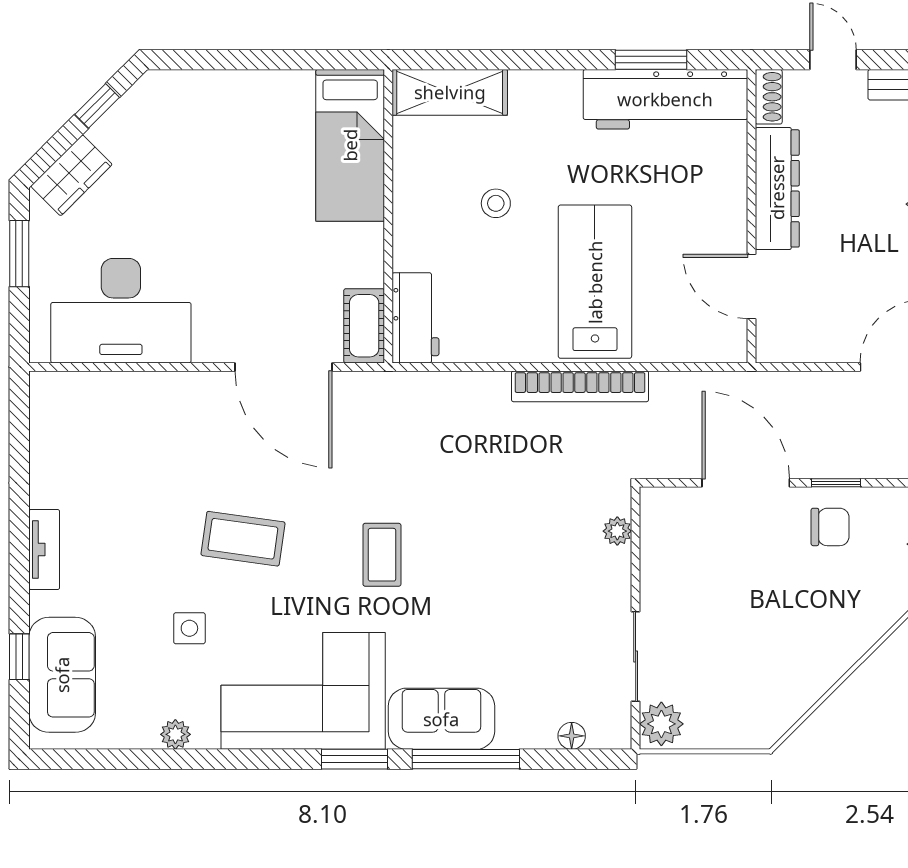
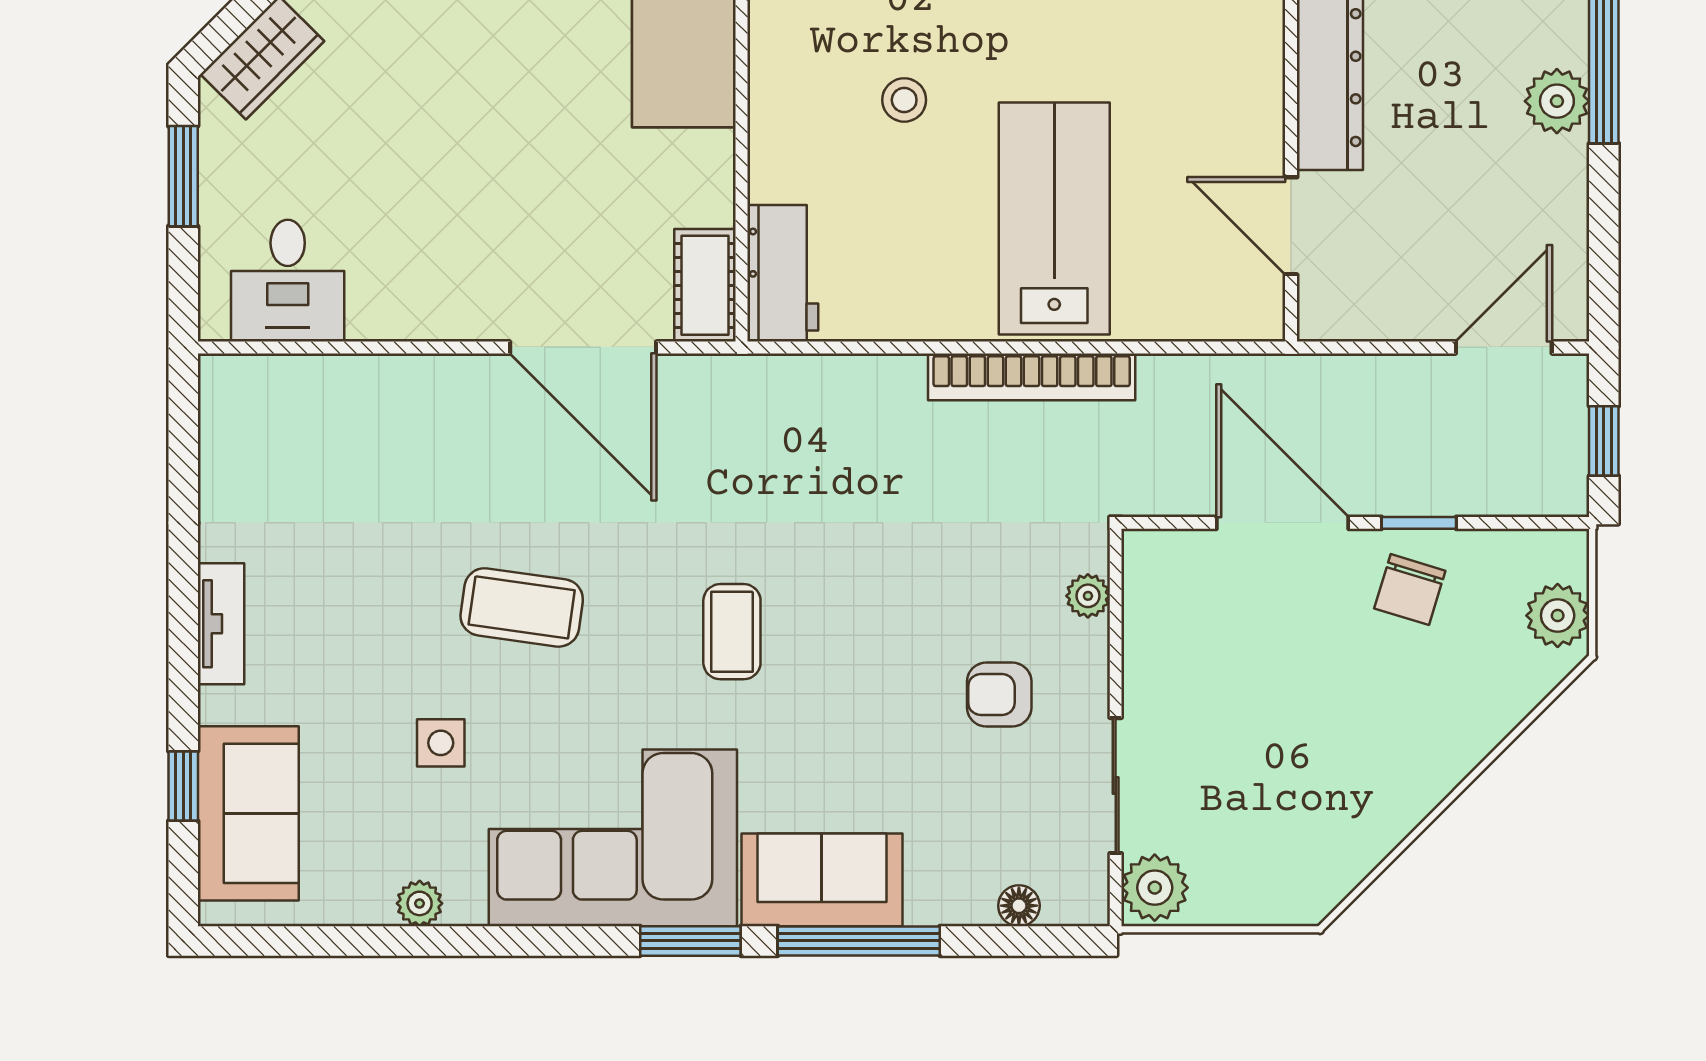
desk: (121, 311) -> (288, 281), width x0.53, depth x0.77
chair: (830, 527) -> (1410, 590), turned 107
armchair: (559, 596) -> (999, 695), added

